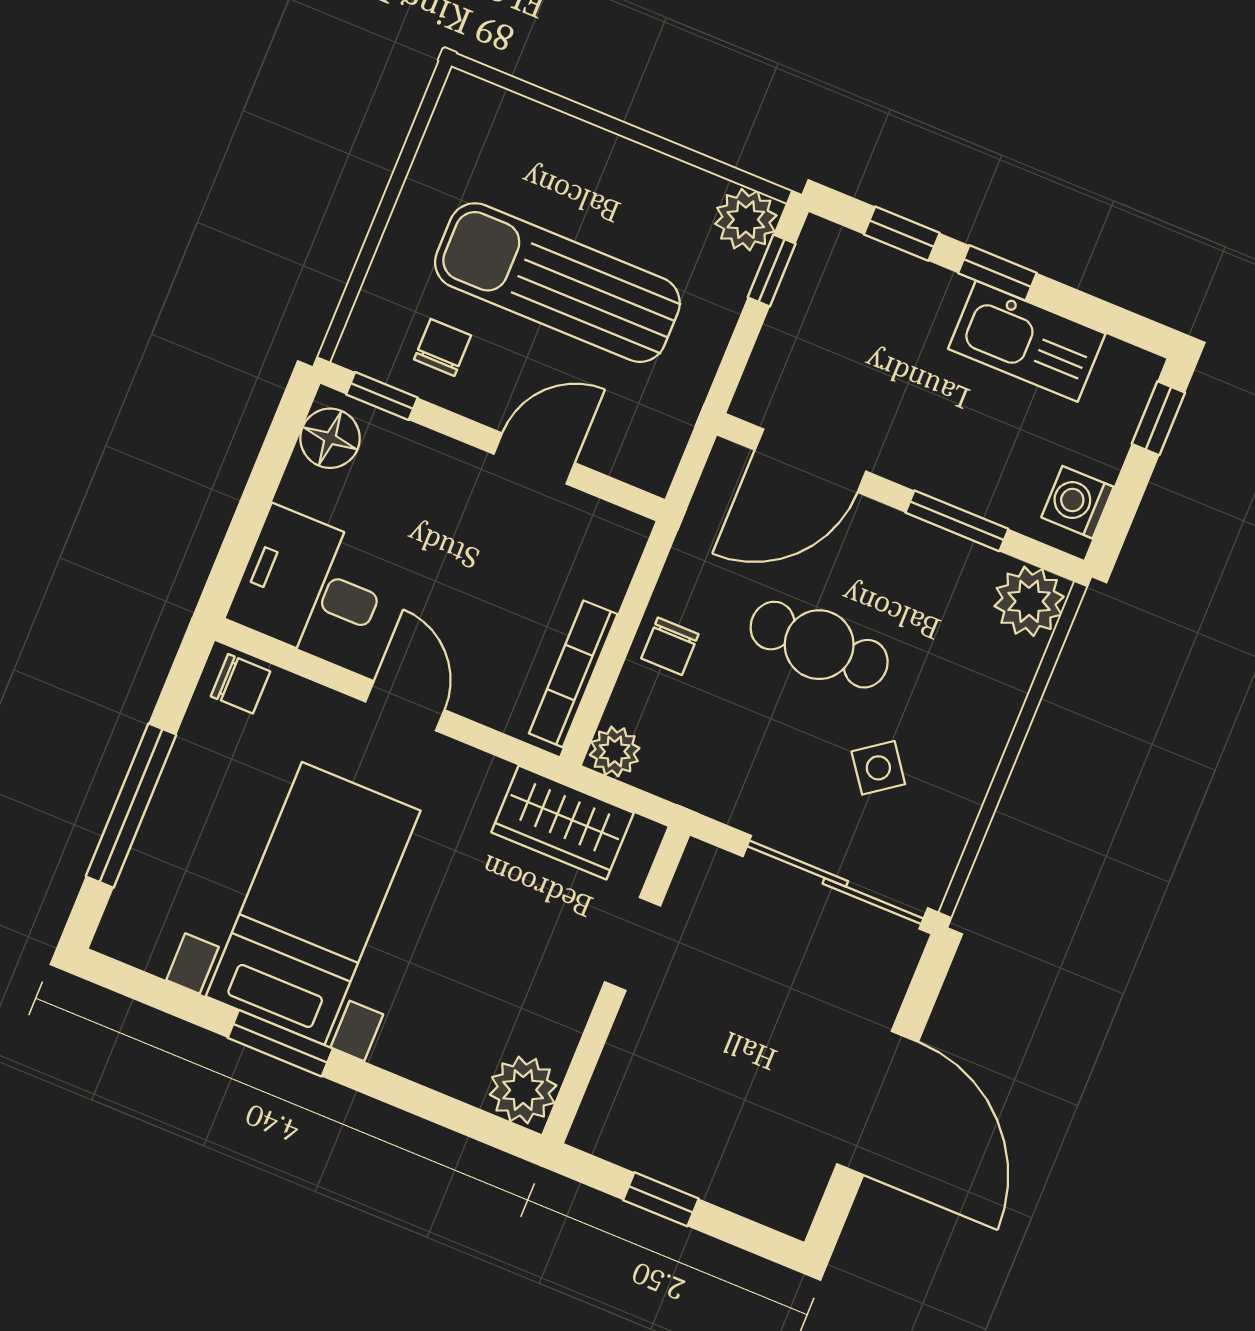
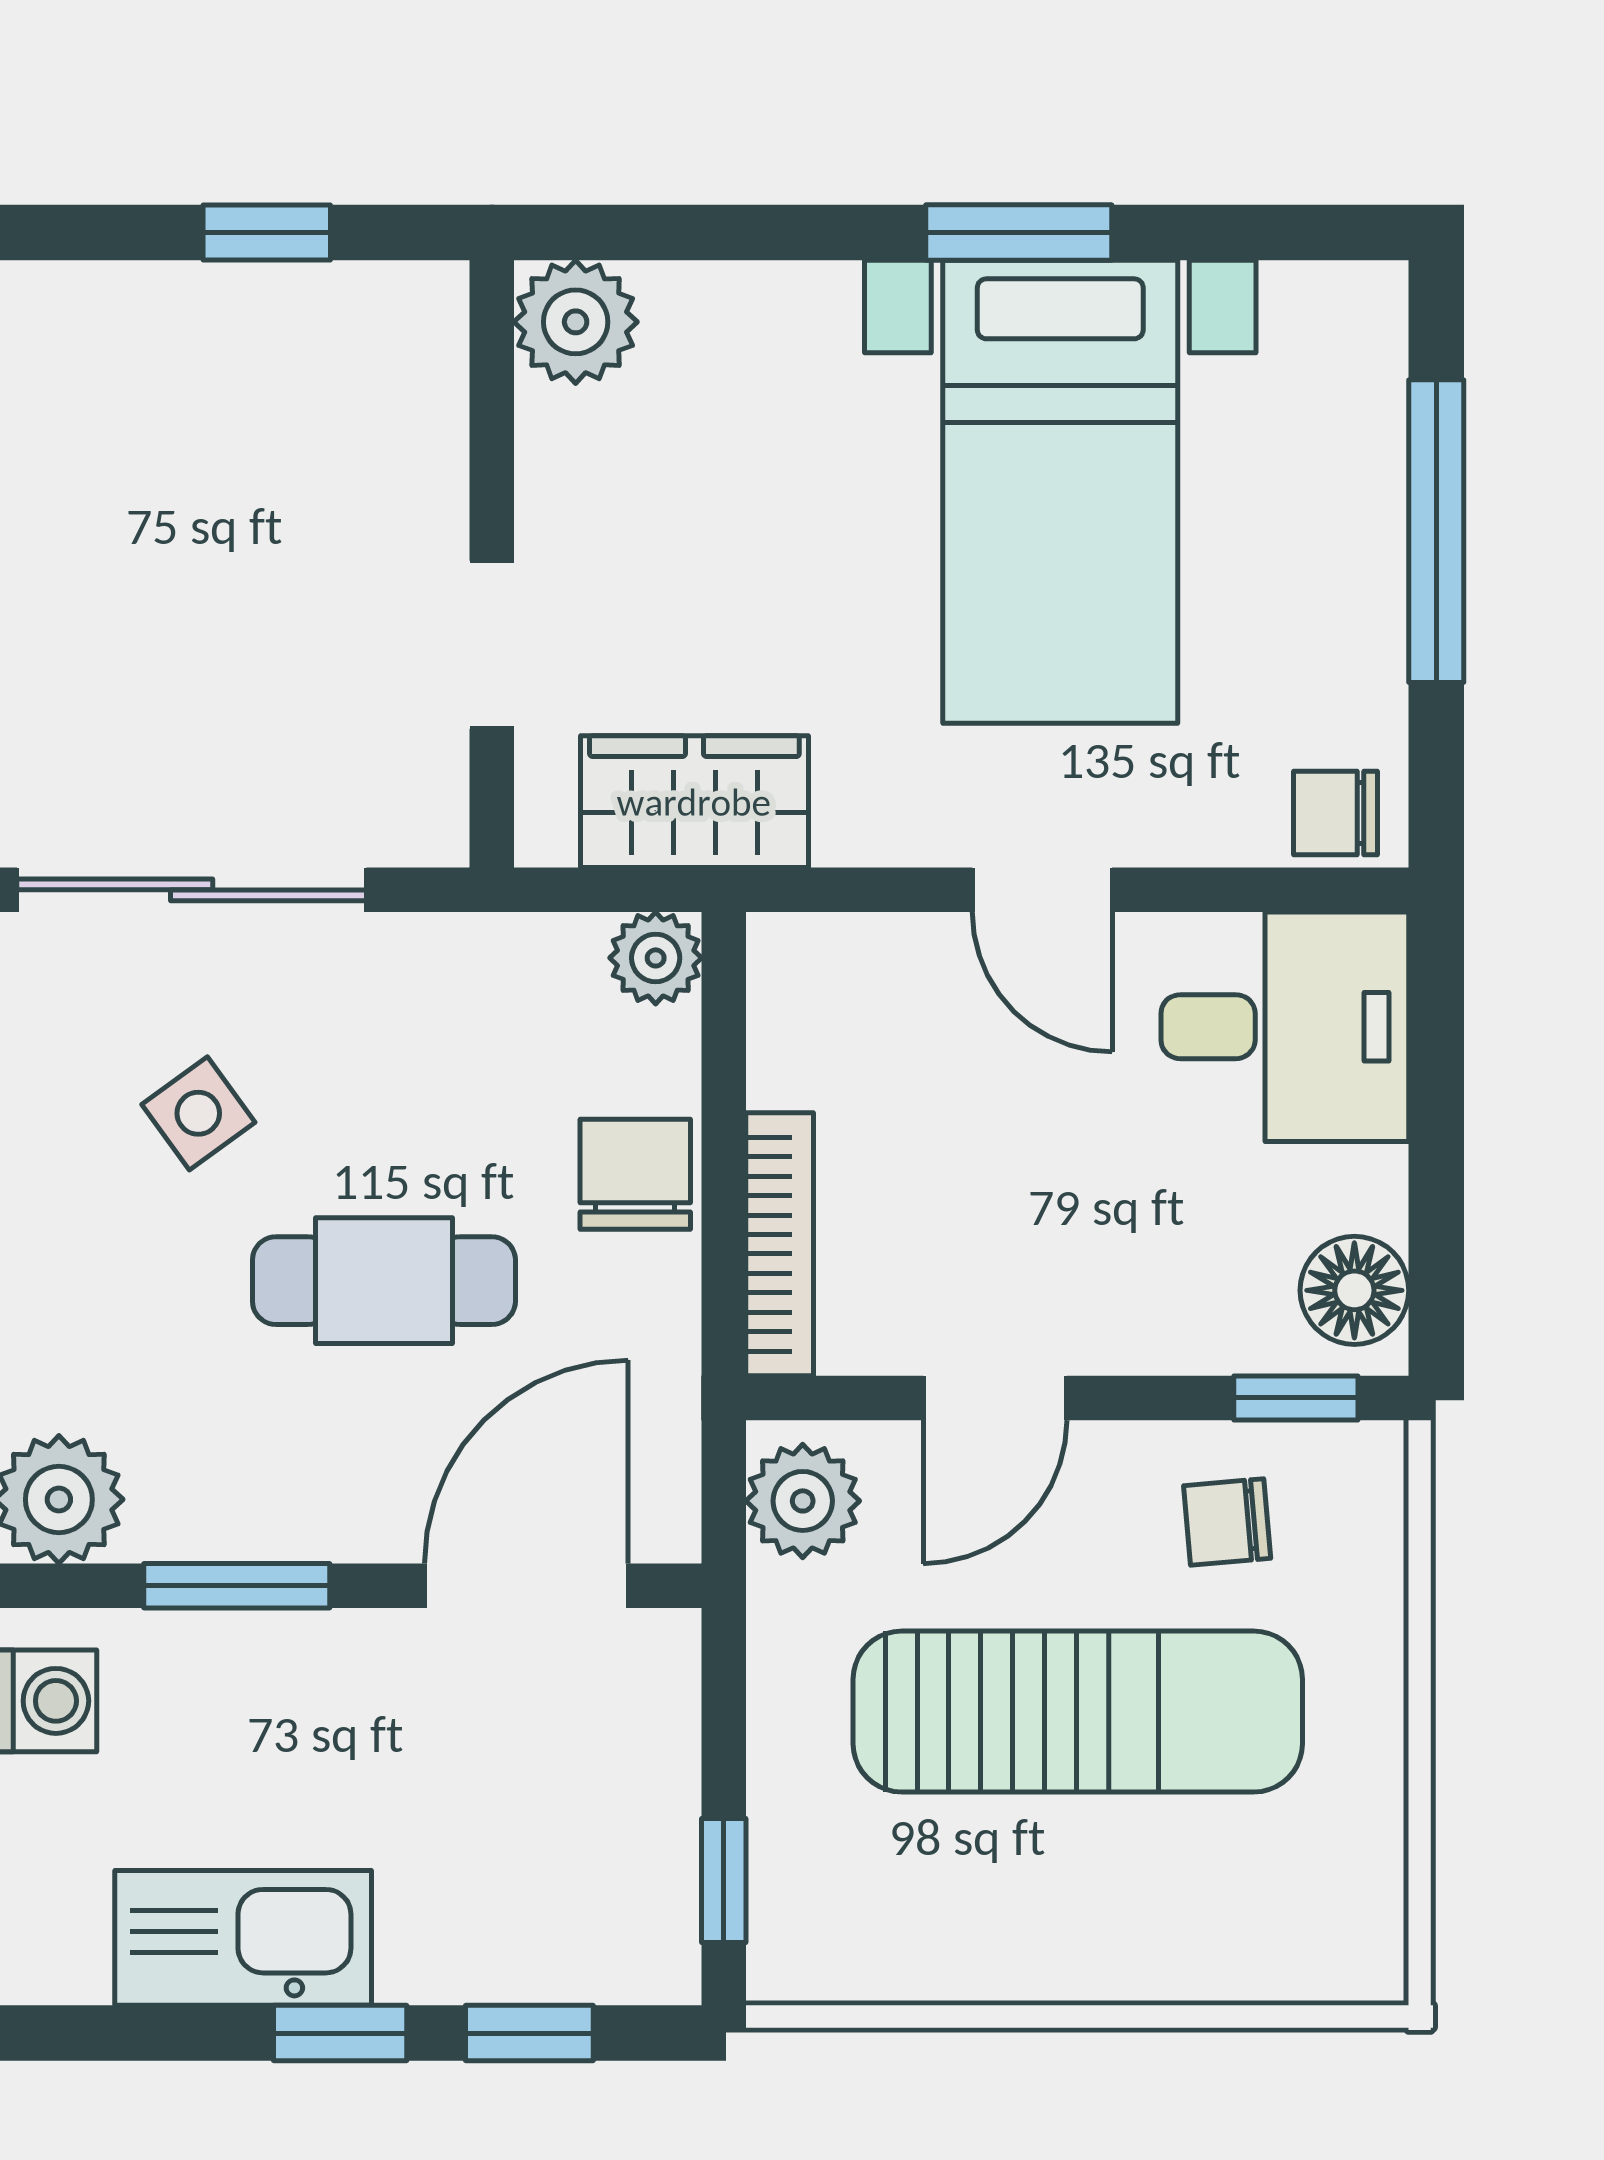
plant: (746, 220) -> (803, 1501), moved
chair: (443, 347) -> (1227, 1522), turned 85
chair: (670, 646) -> (635, 1174), width x1.37, depth x1.37
bookcase: (573, 674) -> (780, 1244), moved

